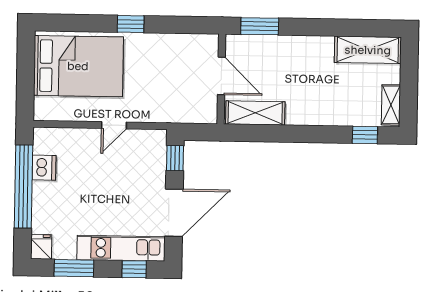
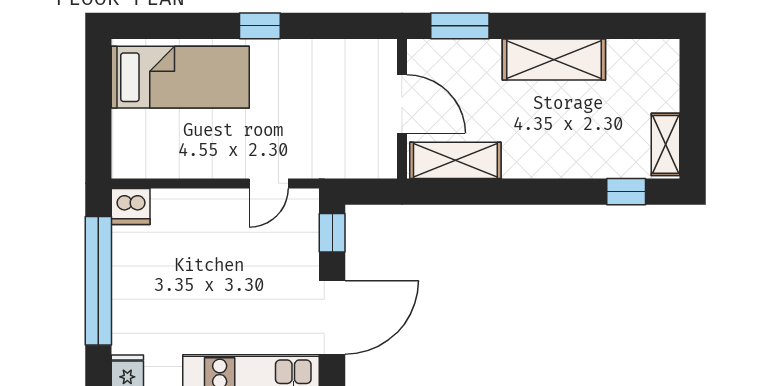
shelving: (368, 50) -> (554, 59), moved
bed: (78, 66) -> (180, 77), width x0.67
door: (114, 125) -> (269, 183), moved
dishwasher: (44, 168) -> (131, 206), moved, turned 90

